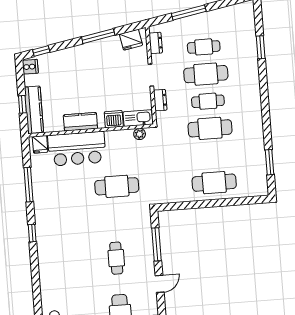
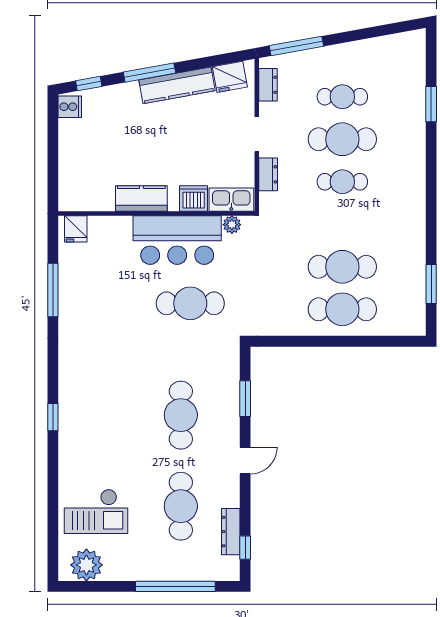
window: (189, 12) -> (296, 46), moved
window: (98, 36) -> (149, 73), moved
window: (22, 104) -> (53, 165), removed
kitchen counter: (34, 110) -> (177, 85), moved, turned 80
cafe table: (210, 128) -> (342, 267), moved
bar counter: (77, 149) -> (177, 240), moved
window: (32, 233) -> (53, 417), moved
window: (157, 244) -> (245, 399), width x0.69
cafe table: (116, 258) -> (181, 415), width x1.37, depth x1.35

